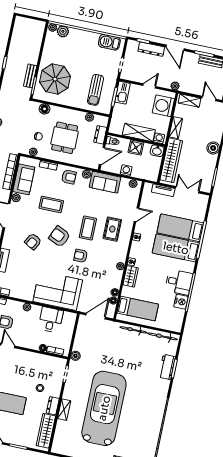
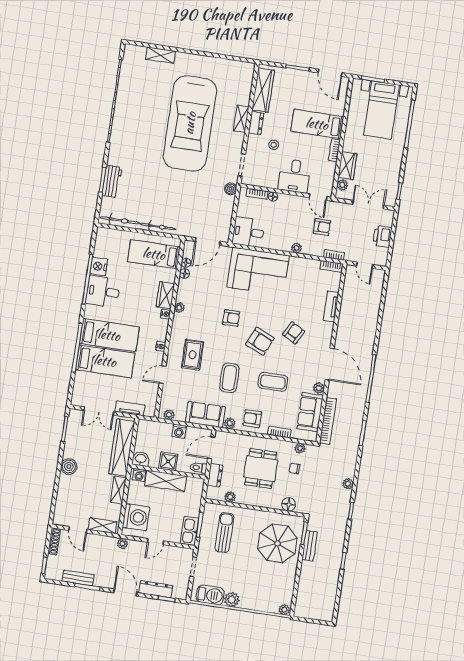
plant: (63, 31) -> (232, 600), moved
coffee table: (88, 228) -> (229, 378), moved
desk: (51, 320) -> (248, 232), moved, turned 90
desk: (25, 363) -> (295, 176), added

